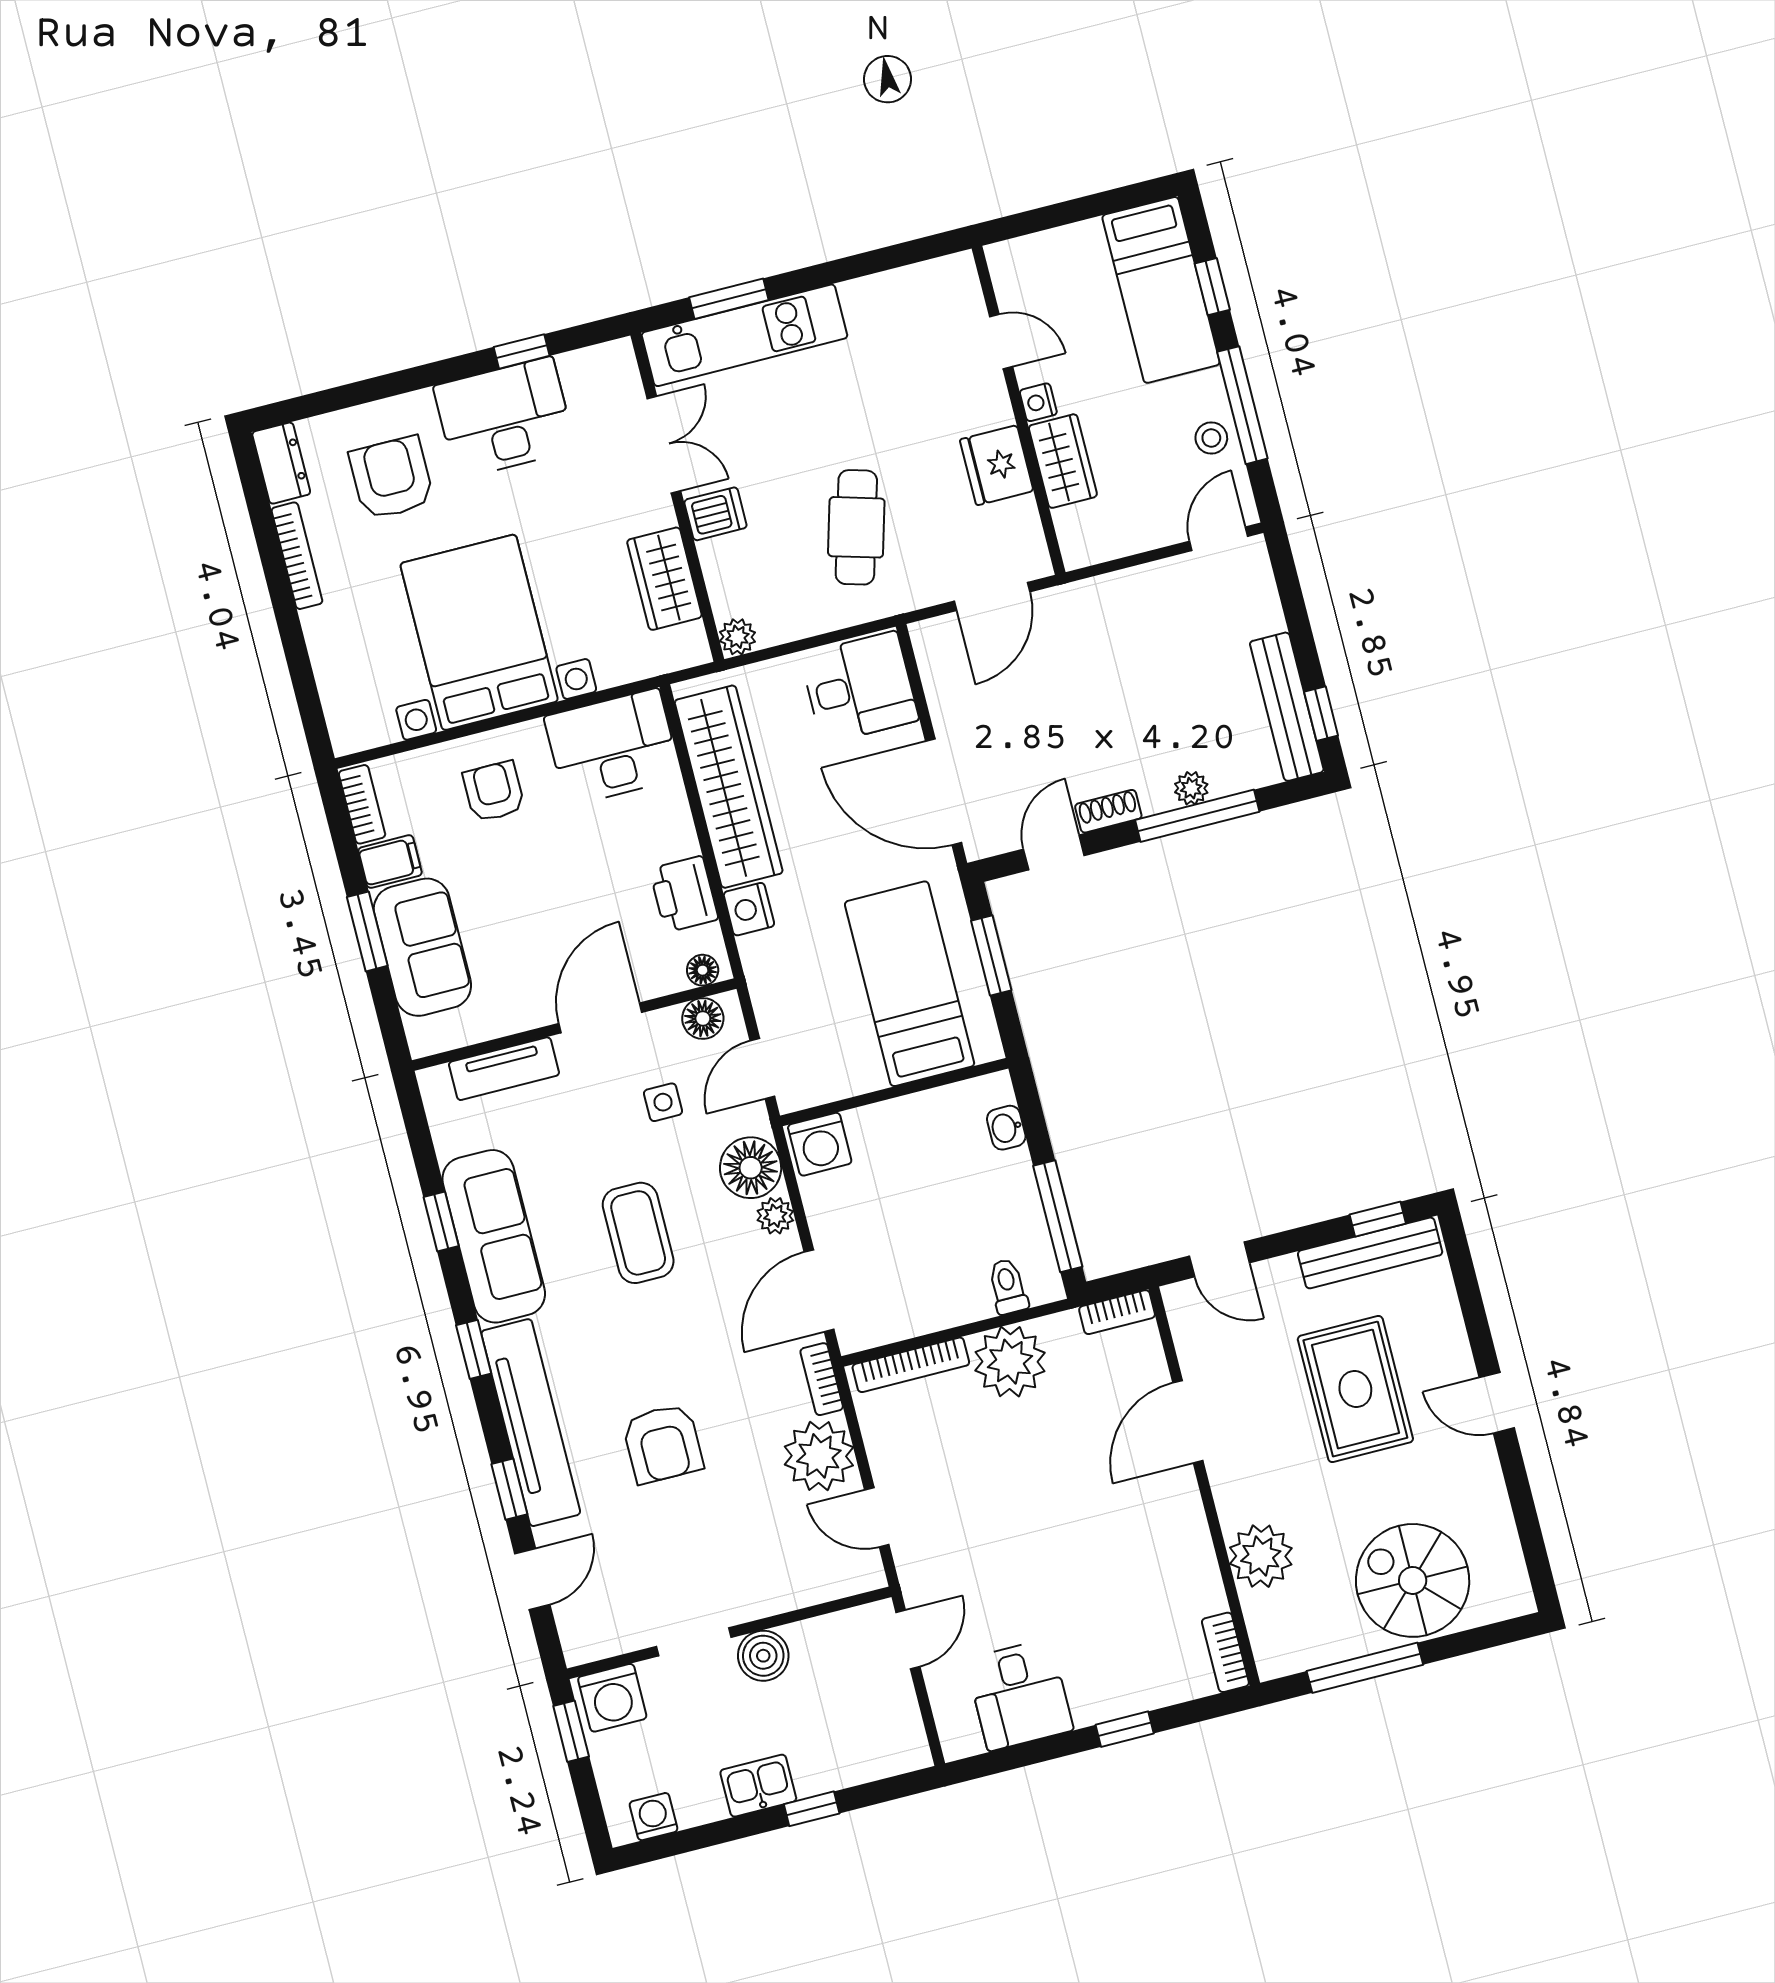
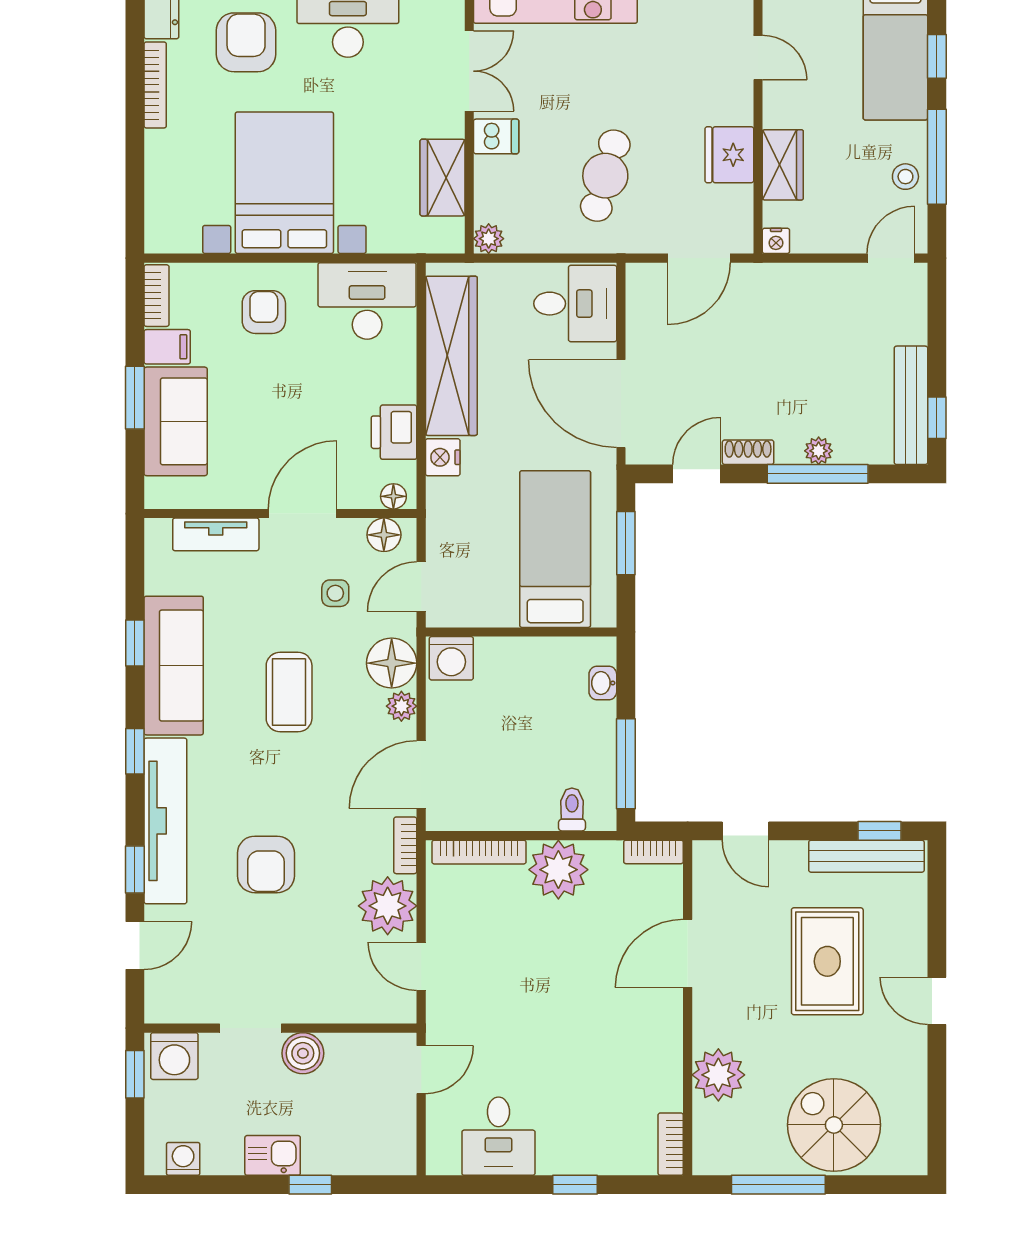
nightstand: (1038, 402) -> (776, 241), moved, turned -90

